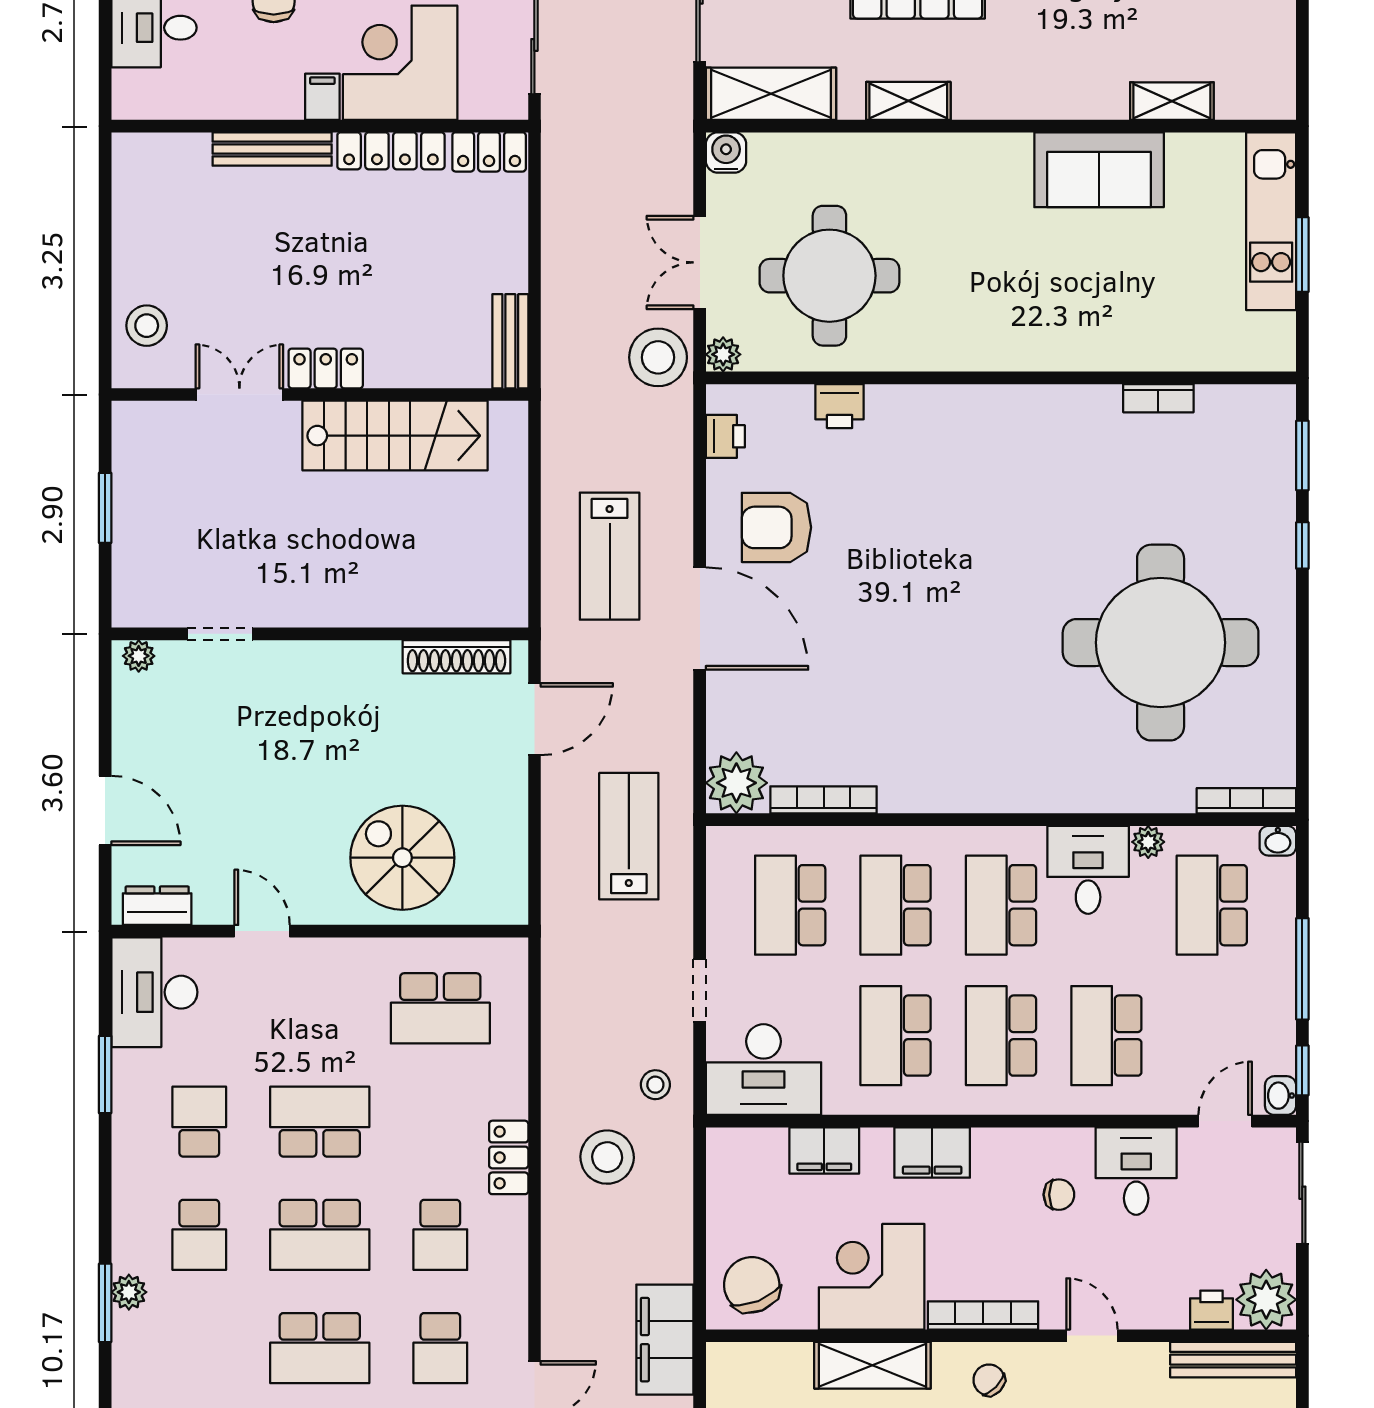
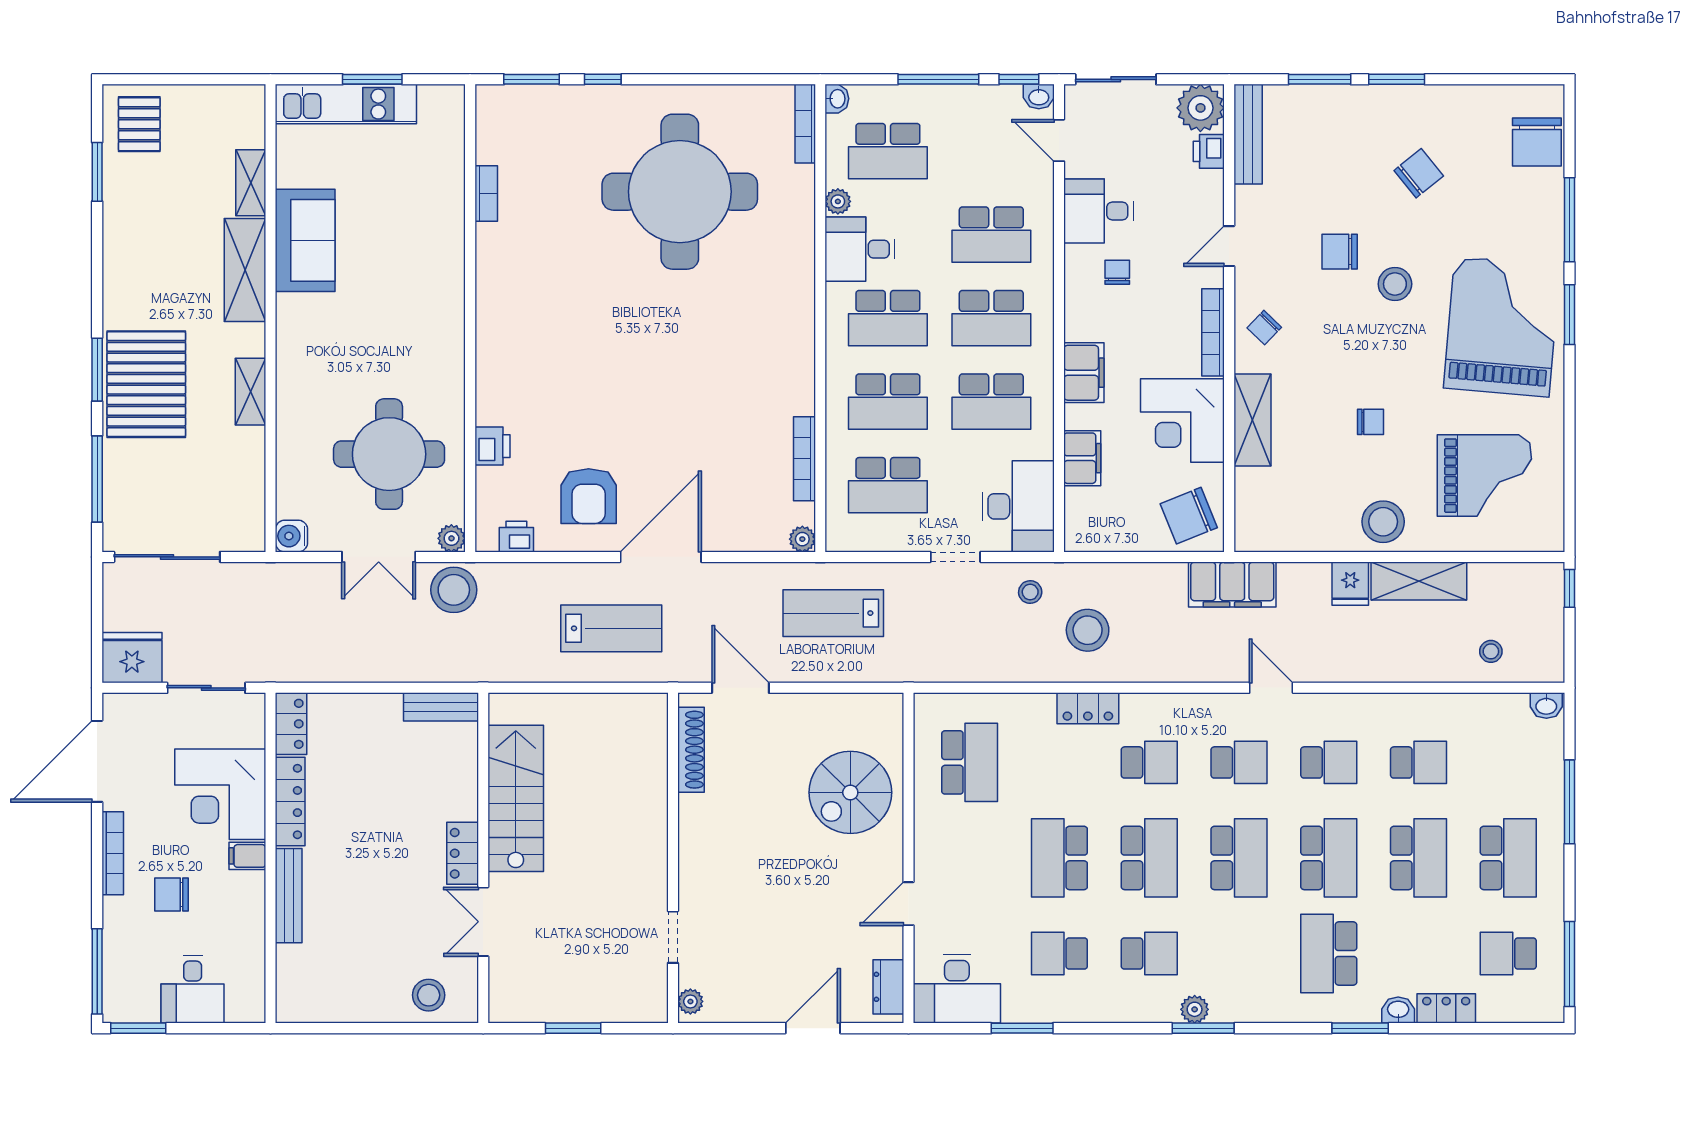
shelving: (771, 94) -> (245, 270), moved
plant: (736, 783) -> (802, 539), width x0.53, depth x0.53

